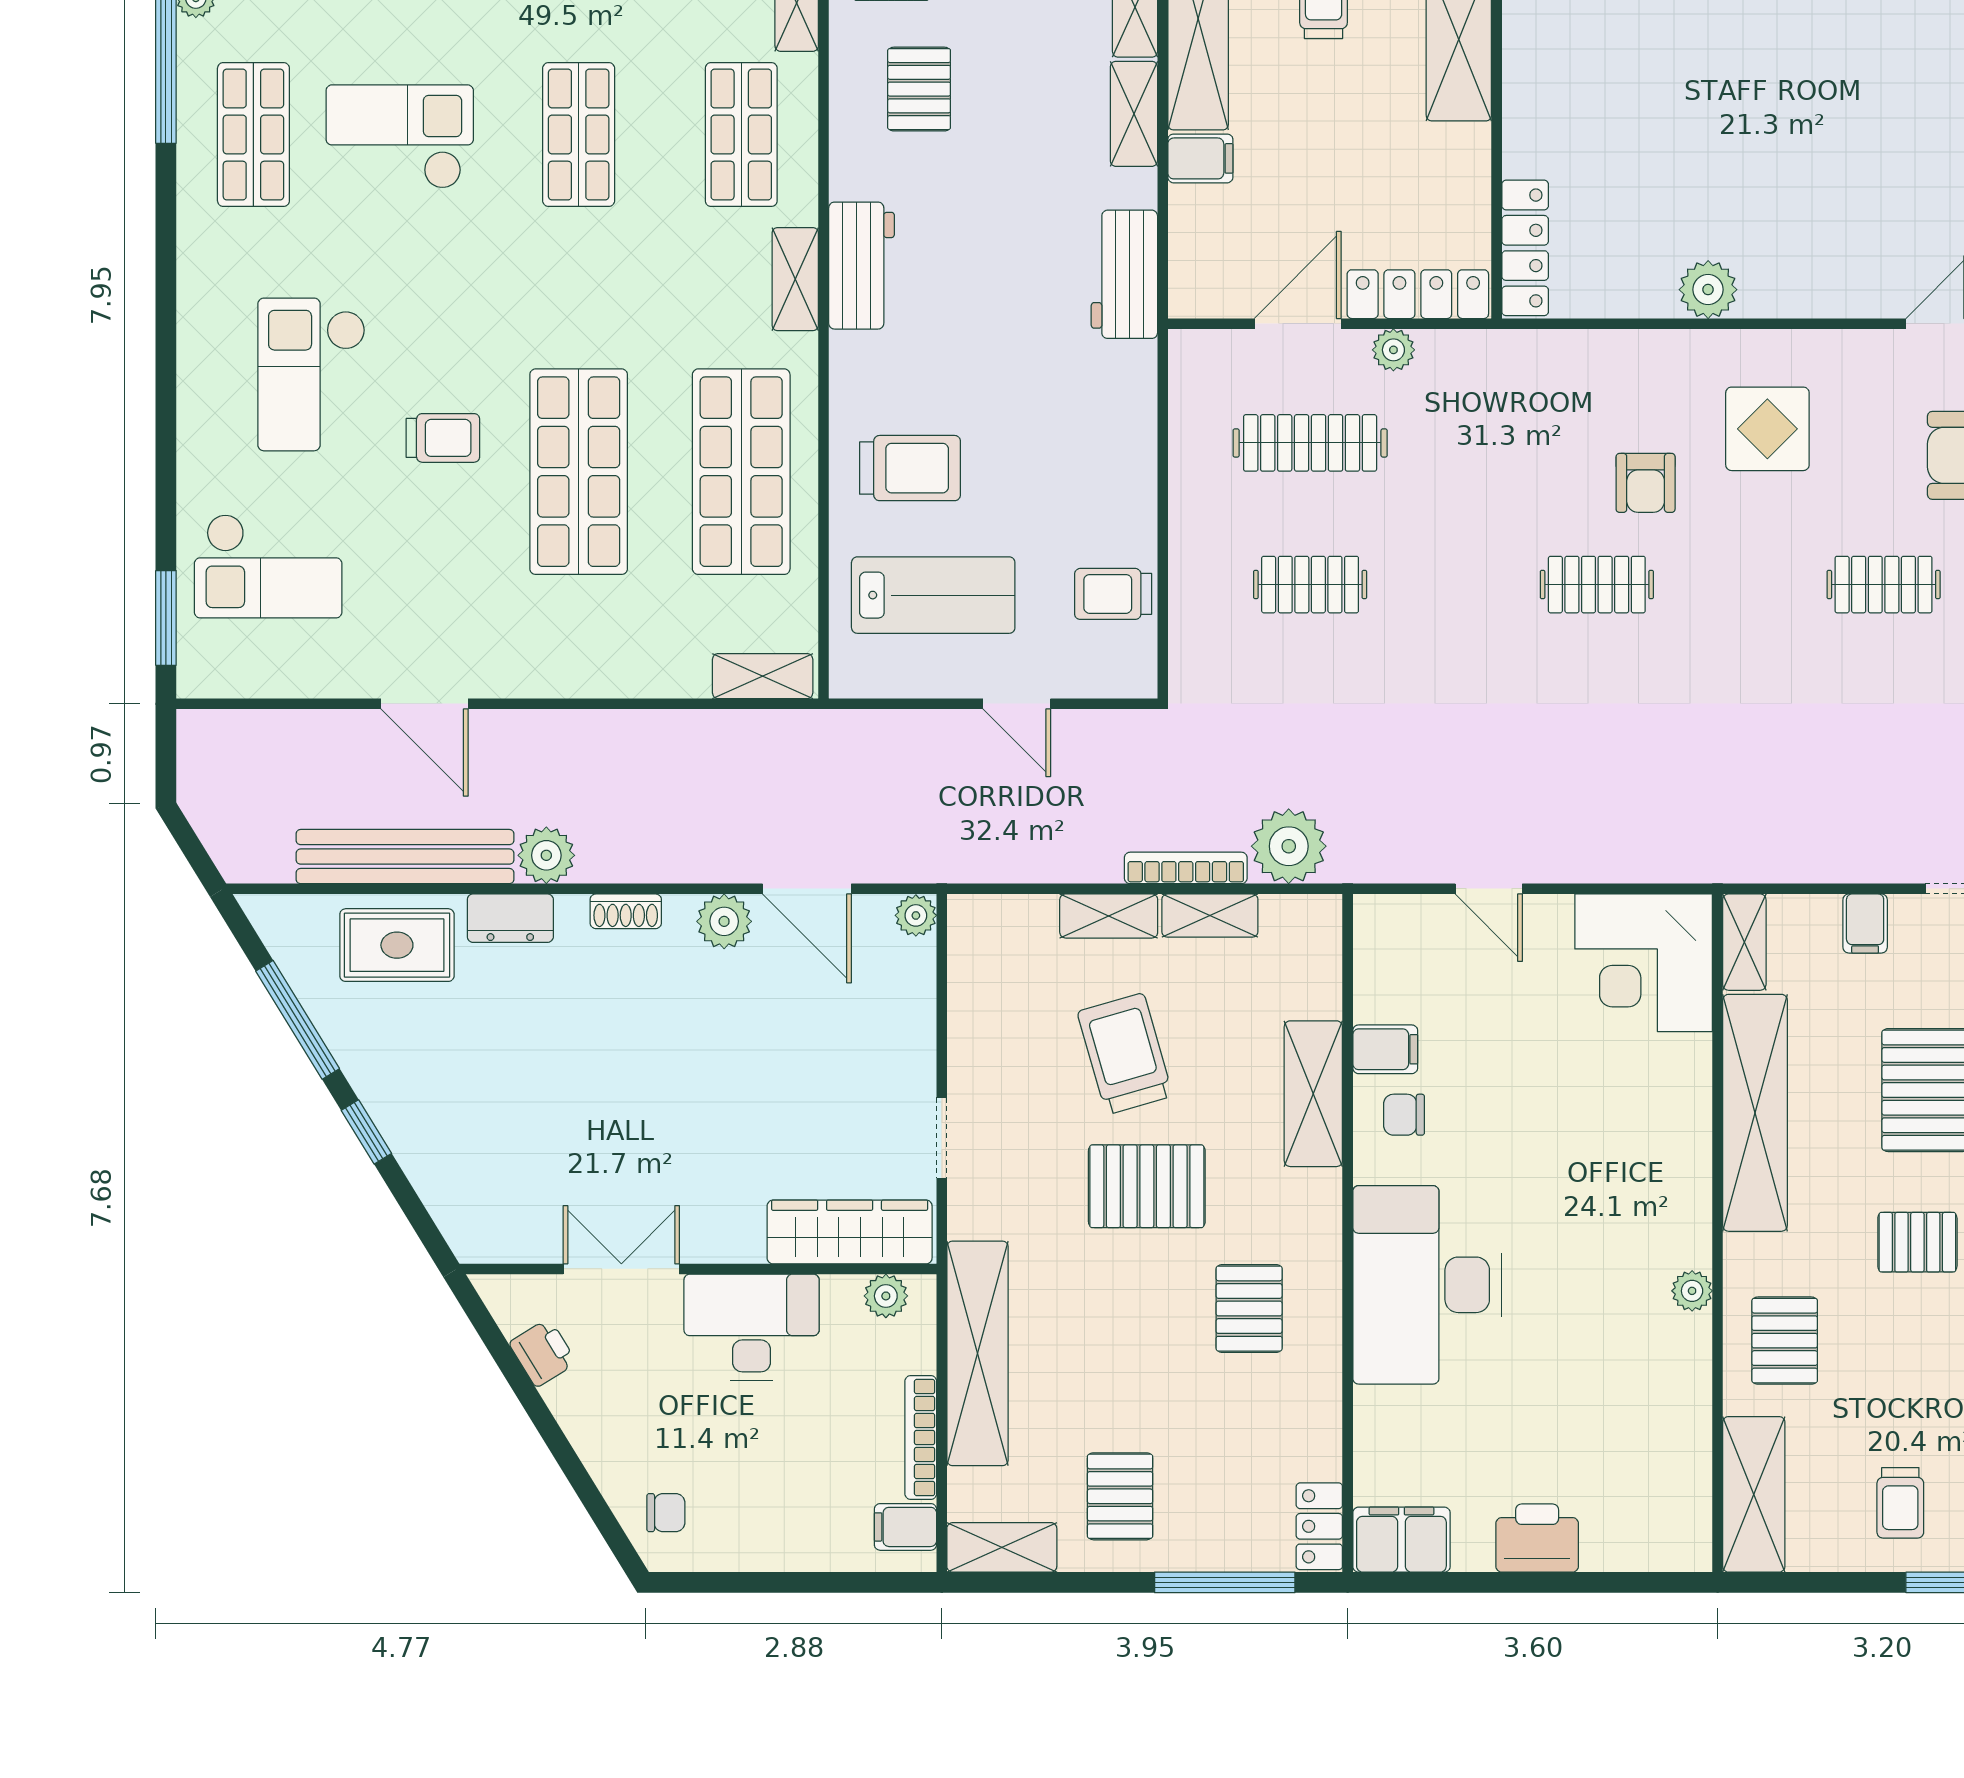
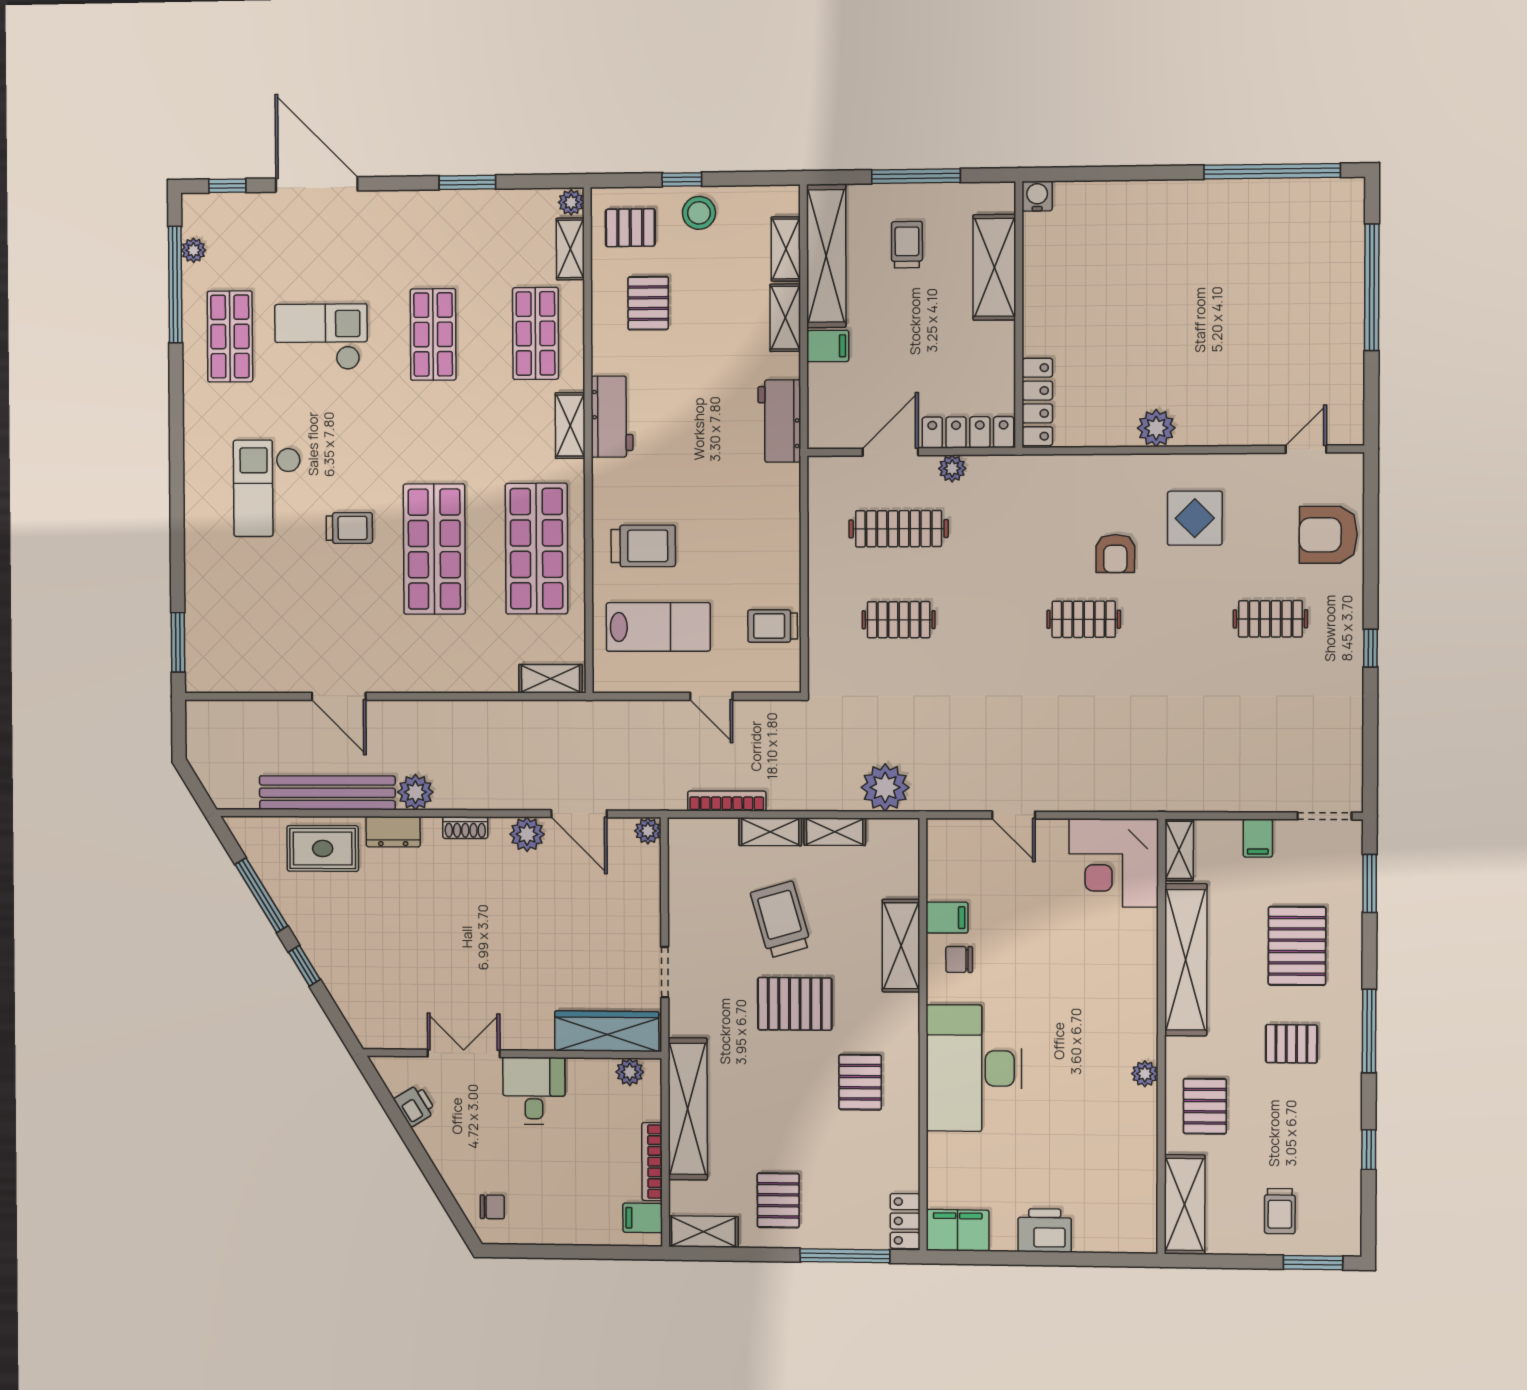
checkout: (268, 566) -> (241, 610), removed
bookcase: (1186, 868) -> (727, 801), moved
desk: (752, 1327) -> (534, 1091), width x0.73

